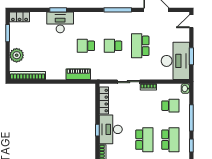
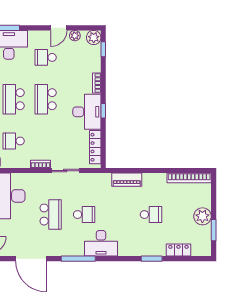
locker: (20, 17) -> (178, 250), moved
desk: (60, 22) -> (101, 243), moved
school desk: (86, 46) -> (151, 215), moved
plant: (17, 55) -> (202, 216), moved

